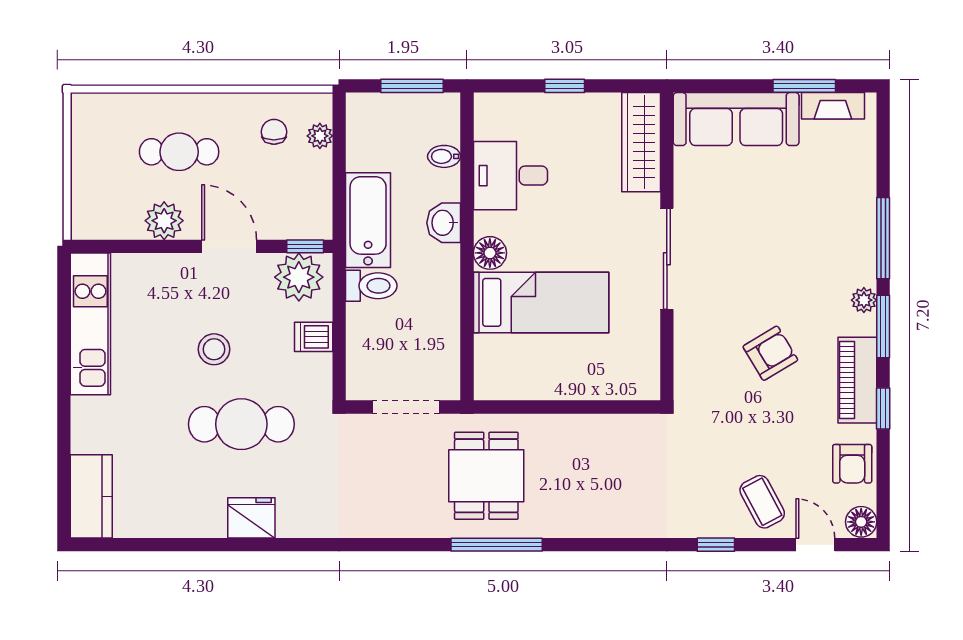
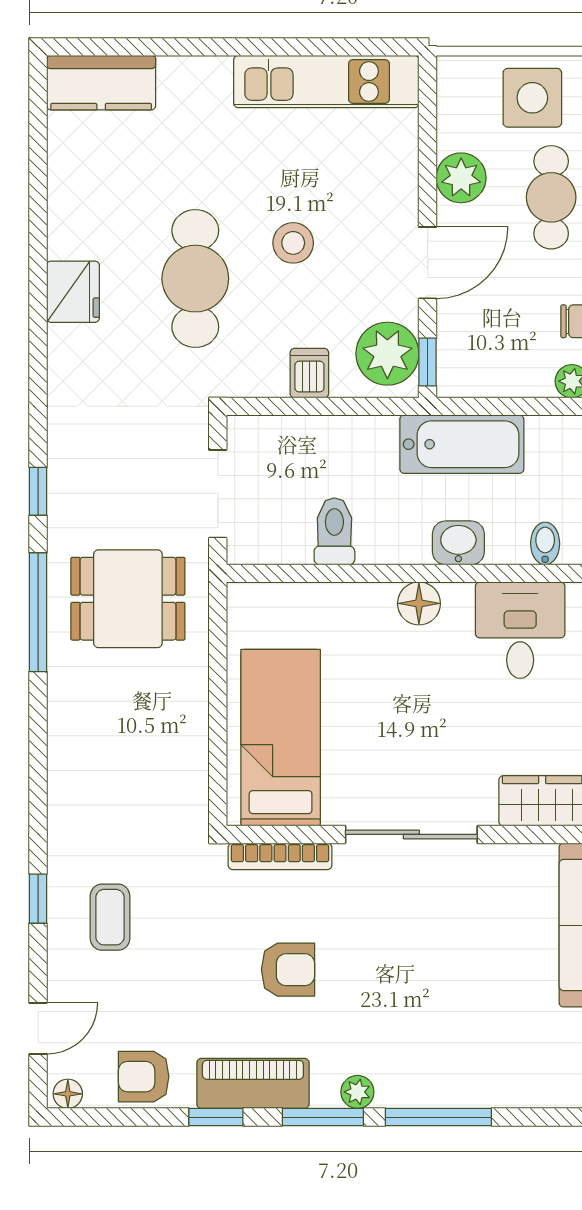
side table: (103, 166) -> (532, 98), added
toilet: (371, 286) -> (334, 531), moved, turned 180
bed: (541, 302) -> (281, 738), moved, turned 180
armchair: (770, 353) -> (288, 970), turned -59
bookcase: (684, 359) -> (280, 856), added
coffee table: (762, 502) -> (110, 917), moved, turned -62
floor lamp: (861, 522) -> (68, 1094), width x0.73, depth x0.73
window: (404, 545) -> (38, 491), added

